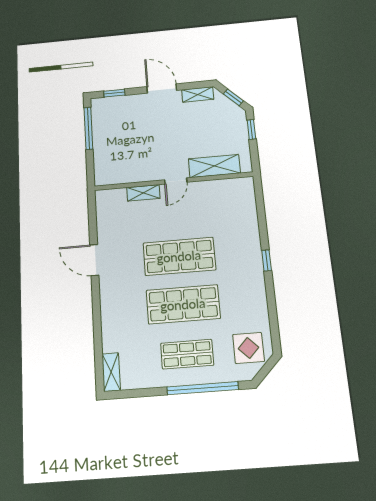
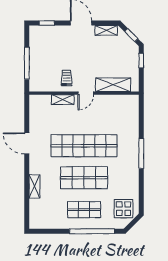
window: (88, 128) -> (27, 63), moved
trolley: (147, 163) -> (67, 78), added
shop shelf: (179, 256) -> (84, 146), width x1.40
window: (267, 260) -> (141, 153), width x2.17
shelving: (111, 372) -> (34, 186), moved

